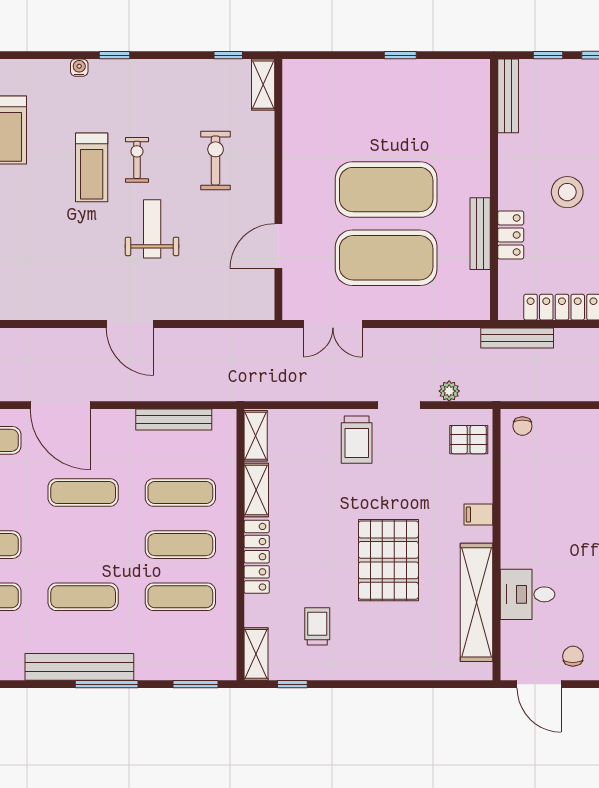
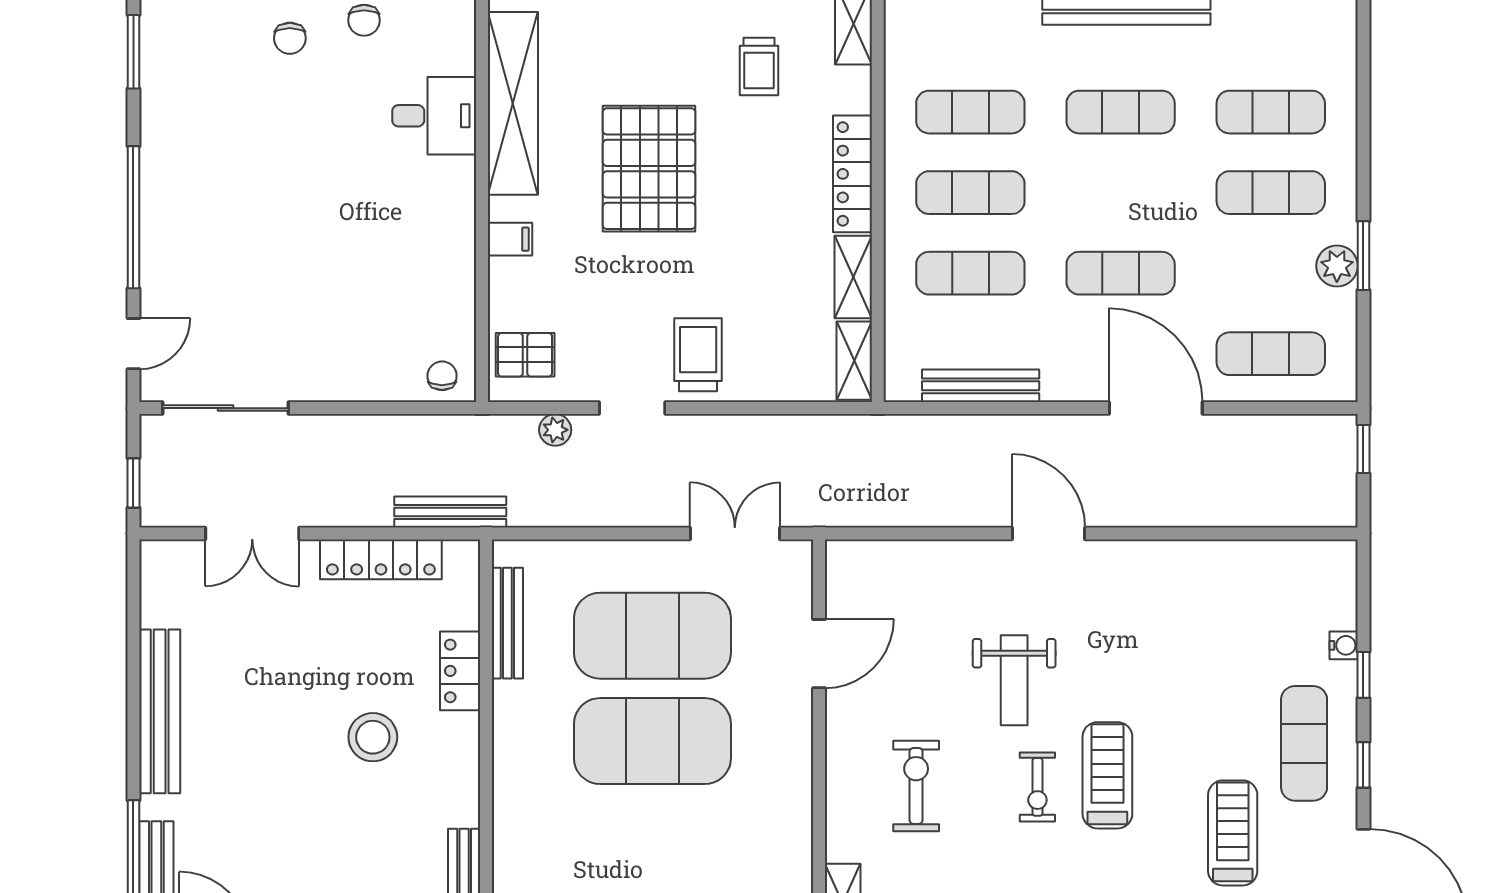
exercise bike: (216, 161) -> (916, 786), turned 180
bench: (480, 234) -> (507, 623), moved

